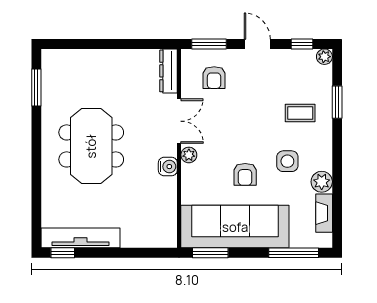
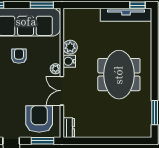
dresser: (168, 71) -> (69, 128), width x0.70
armchair: (214, 78) -> (39, 119), width x1.88, depth x1.88
plant: (166, 188) -> (70, 47), added

